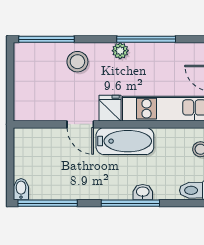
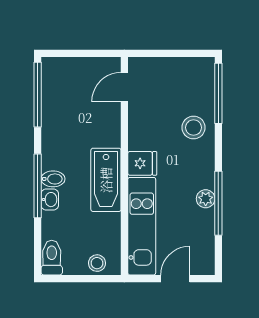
plant: (120, 51) -> (206, 199), moved
door: (80, 124) -> (124, 87), moved
bidet: (21, 189) -> (53, 179), moved

